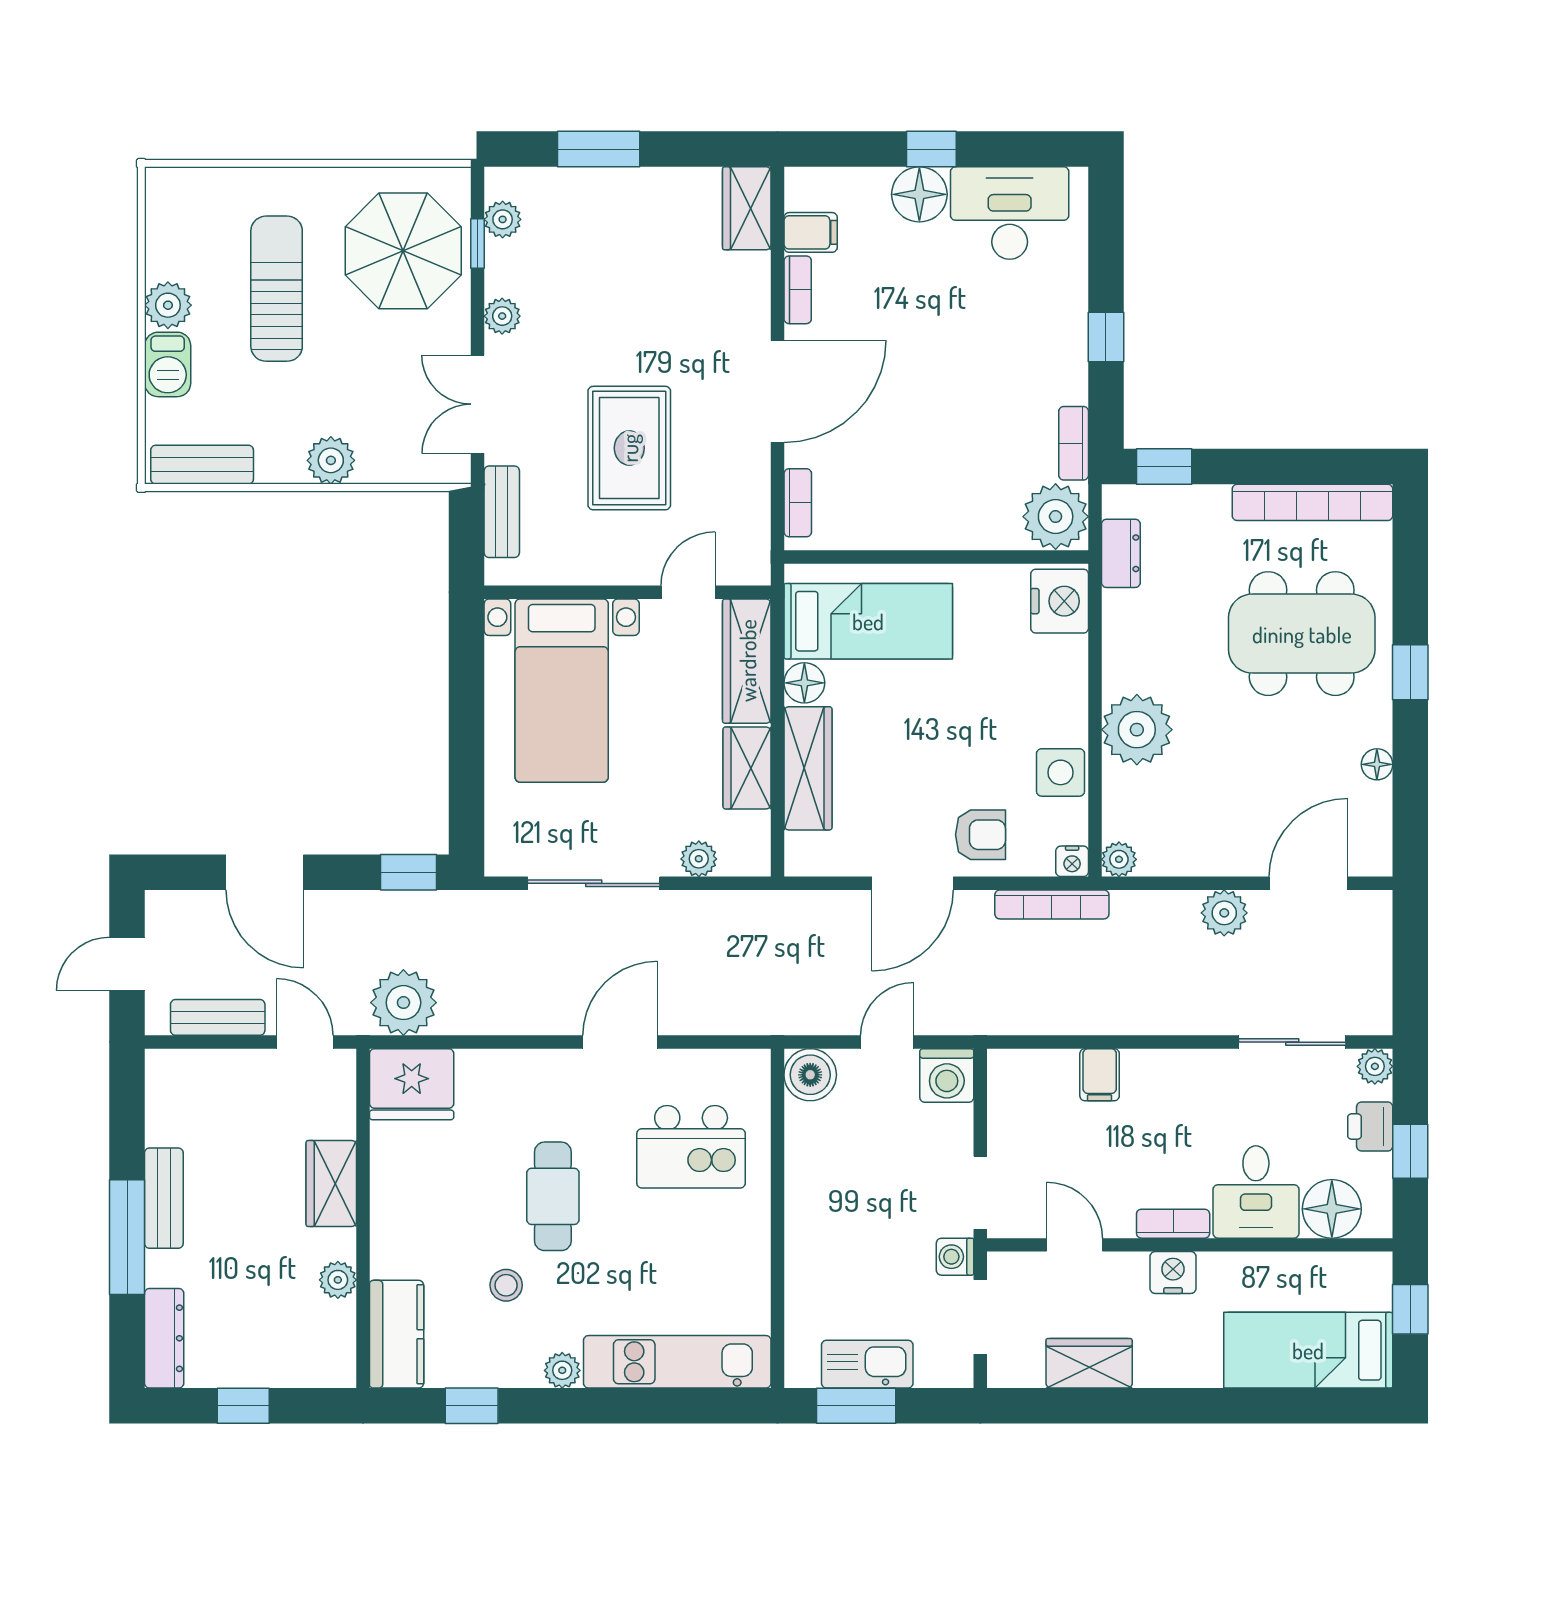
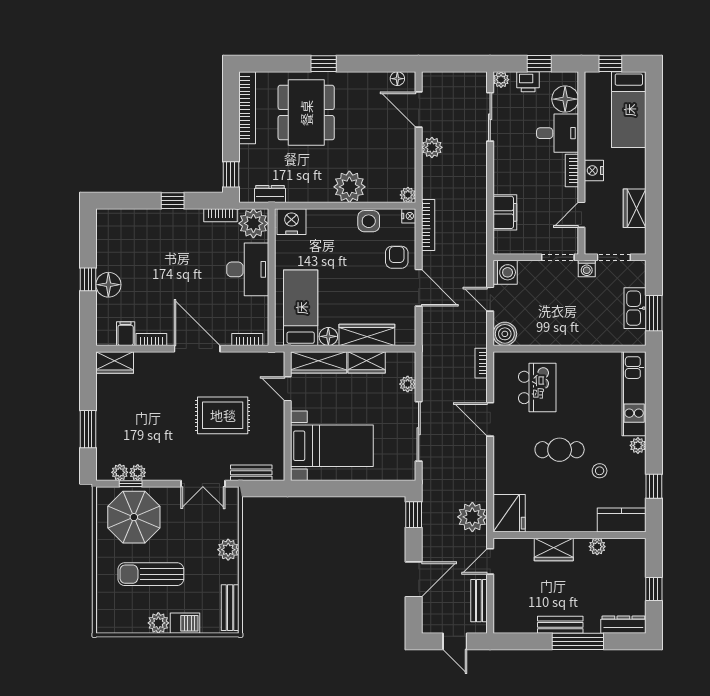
desk: (1010, 213) -> (248, 269), moved, turned 180
plant: (502, 316) -> (138, 473), moved
floor lamp: (1377, 764) -> (397, 79), moved
bookcase: (745, 1022) -> (481, 363), added
filing cabinet: (1100, 1075) -> (505, 212), width x2.00

